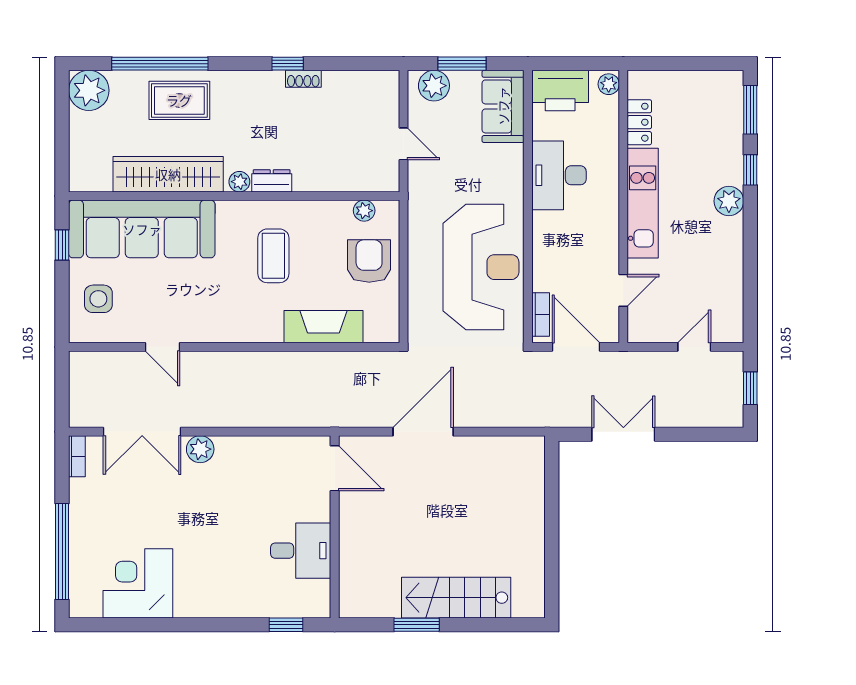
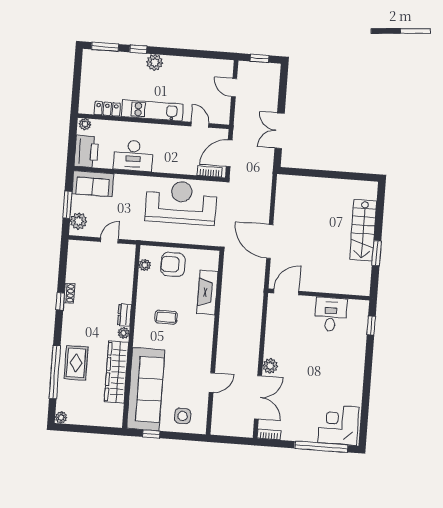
plant: (89, 90) -> (61, 417), width x0.53, depth x0.53
coffee table: (273, 256) -> (166, 317), width x0.73, depth x0.77
corner desk: (138, 583) -> (338, 425), moved, turned 90

